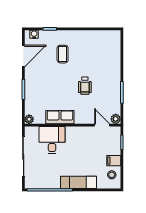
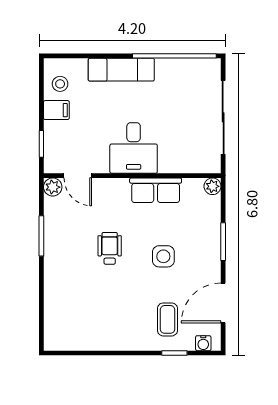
coffee table: (63, 54) -> (167, 319), moved
side table: (56, 81) -> (163, 256), added
desk: (52, 140) -> (134, 148), moved

